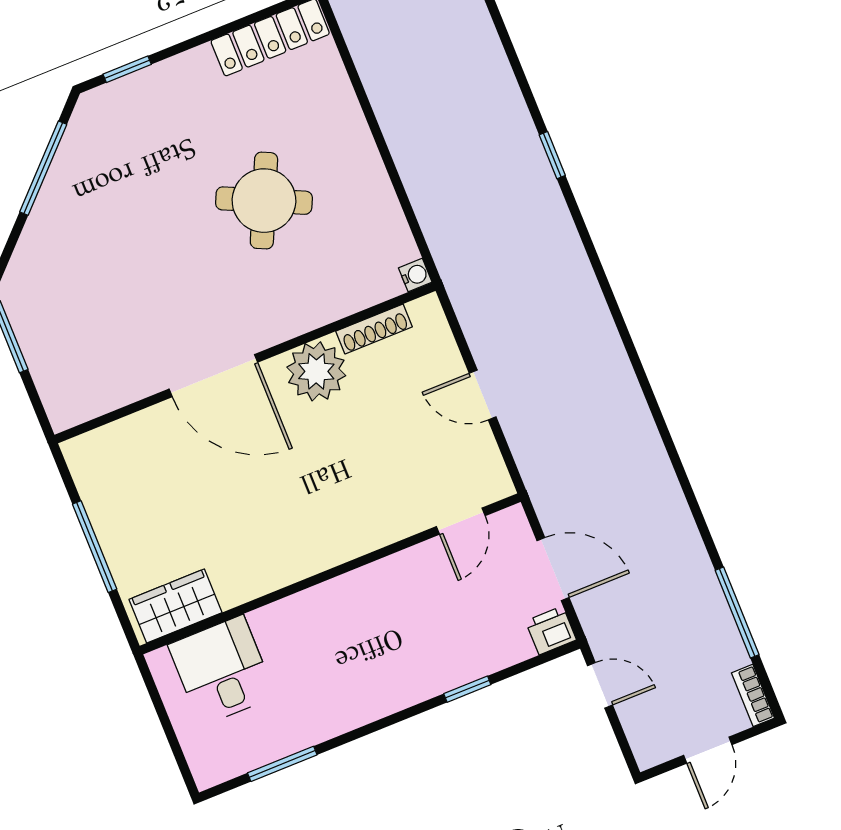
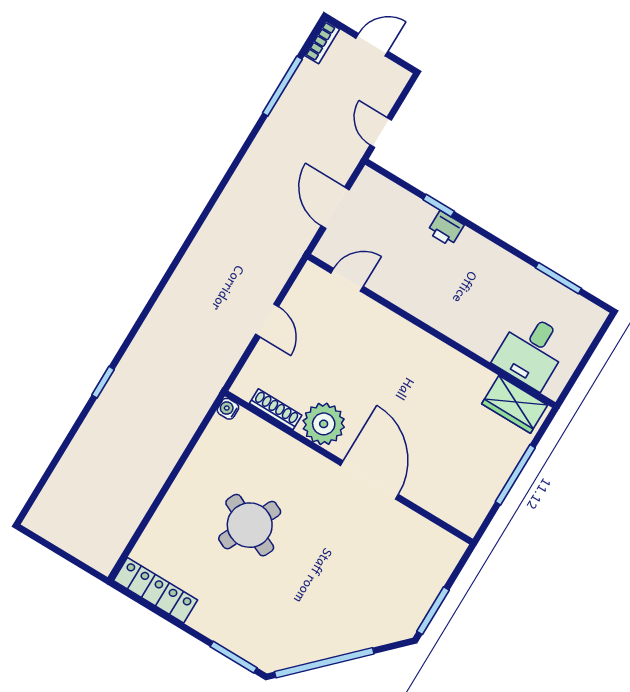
window: (127, 69) -> (233, 657), width x1.50
window: (43, 168) -> (324, 663), width x1.46
printer: (551, 630) -> (446, 229), moved

